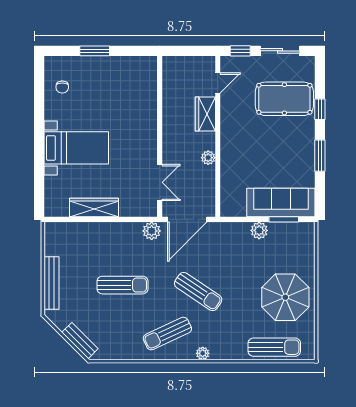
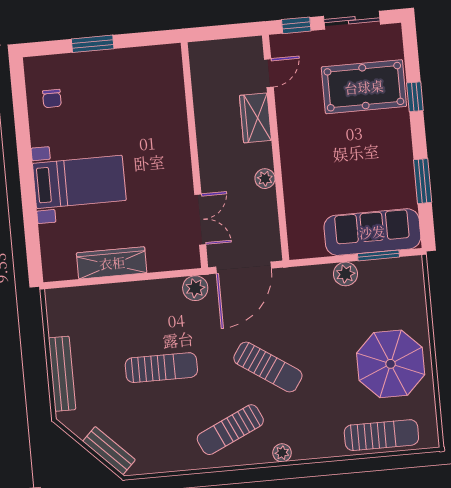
window: (320, 156) -> (423, 181), moved

